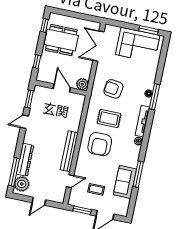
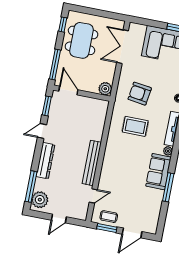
dining table: (61, 40) -> (81, 40), turned 90
window: (37, 62) -> (55, 64), width x2.17
door: (62, 88) -> (68, 91), moved
armchair: (100, 144) -> (125, 155), removed
dresser: (25, 160) -> (45, 161), moved
sofa: (125, 182) -> (159, 172), moved
coffee table: (96, 189) -> (109, 217), moved

